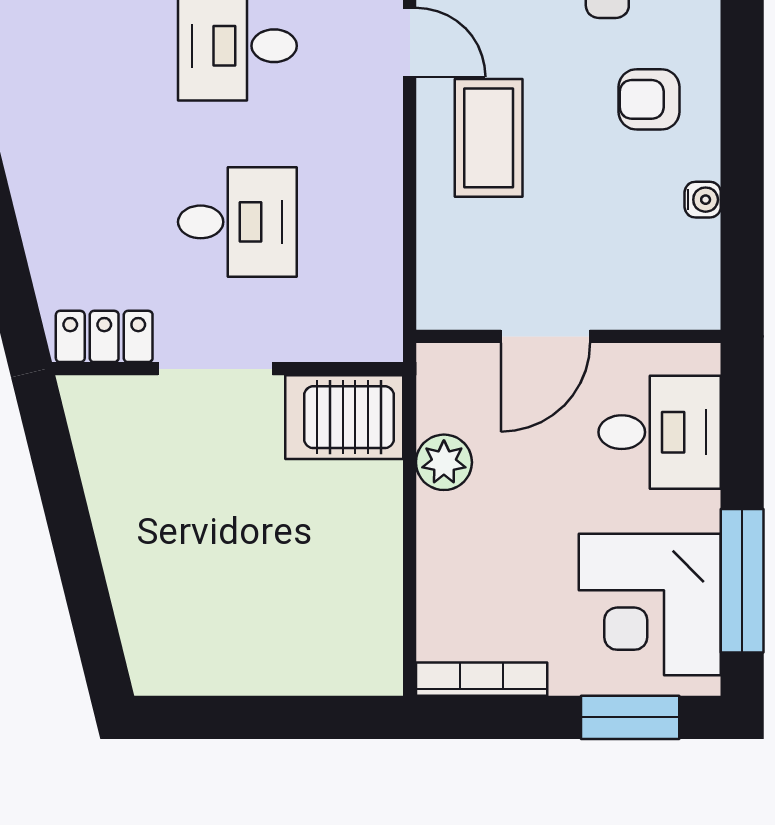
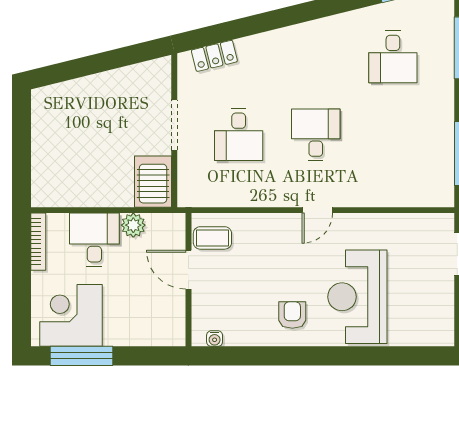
coffee table: (489, 138) -> (212, 238), moved, width x0.73, depth x0.77
water cooler: (703, 200) -> (215, 339), moved
locker: (104, 336) -> (214, 56), moved, turned 76
desk: (660, 432) -> (94, 240), moved, turned 180
window: (630, 717) -> (22, 307), removed

